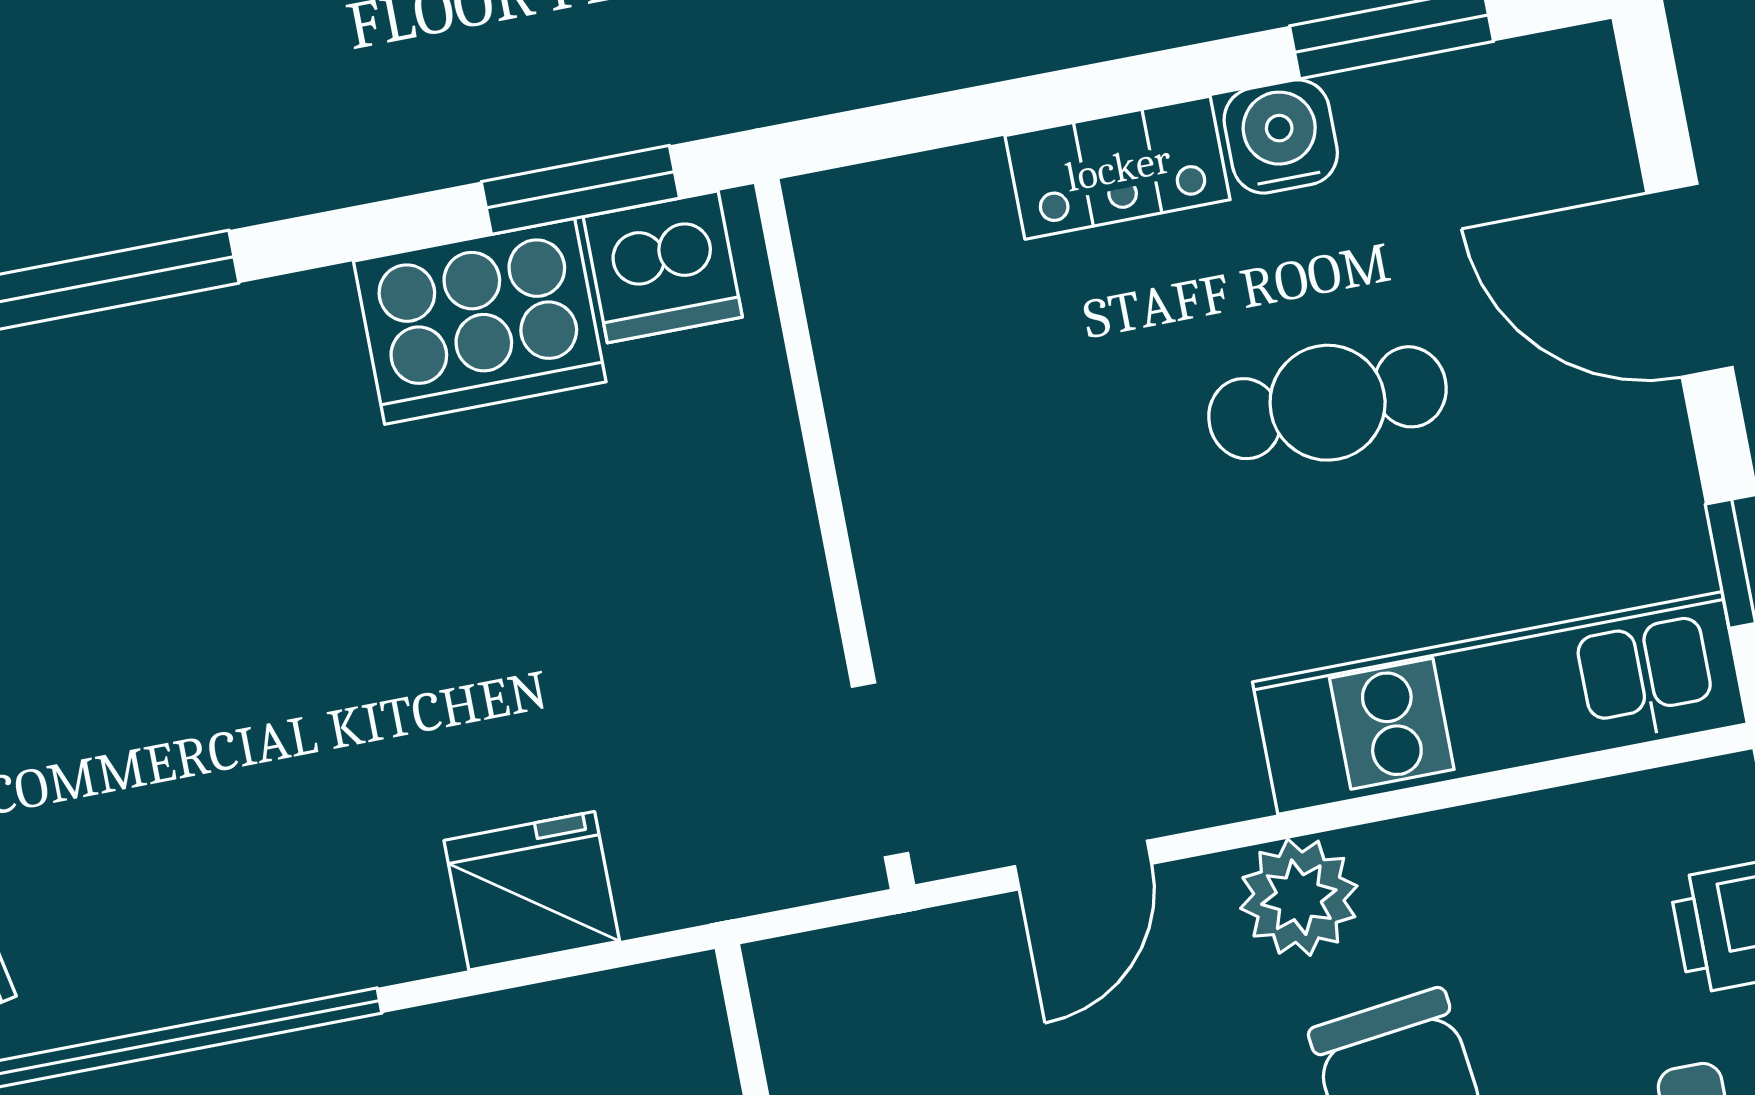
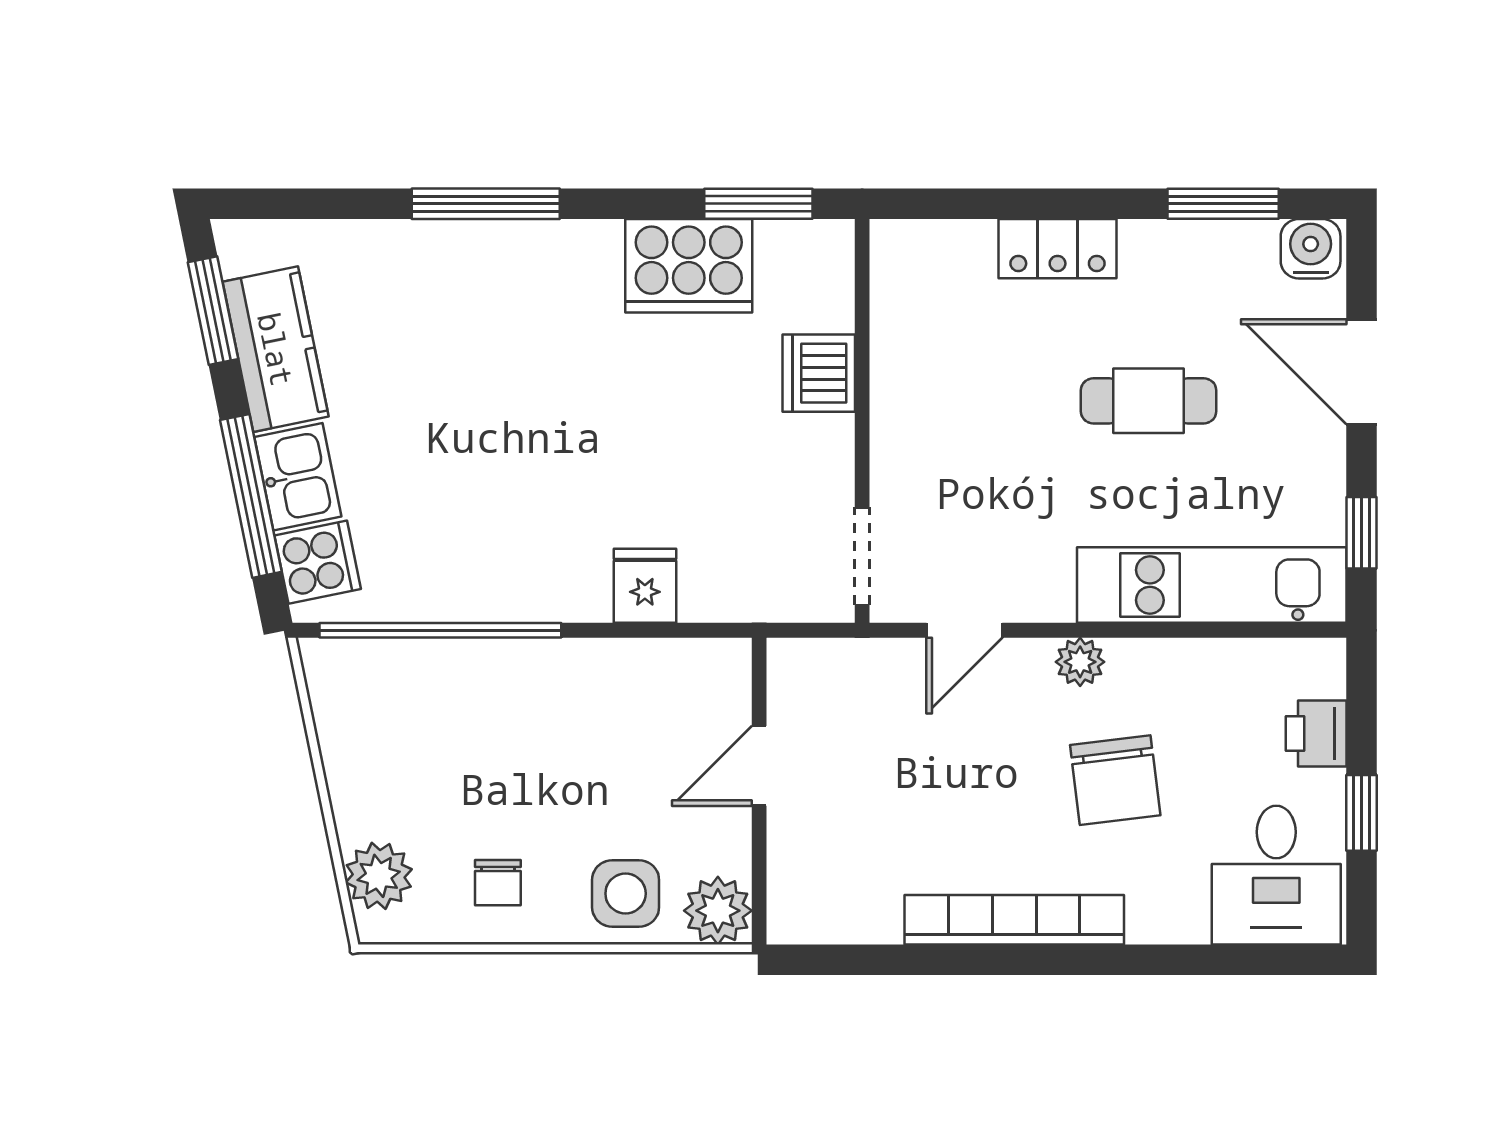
water cooler: (1281, 136) -> (1311, 249), moved
dishwasher: (663, 267) -> (819, 373), moved, turned 90
fridge: (532, 891) -> (645, 586), width x0.72
plant: (1299, 897) -> (1080, 662), width x0.73, depth x0.73

